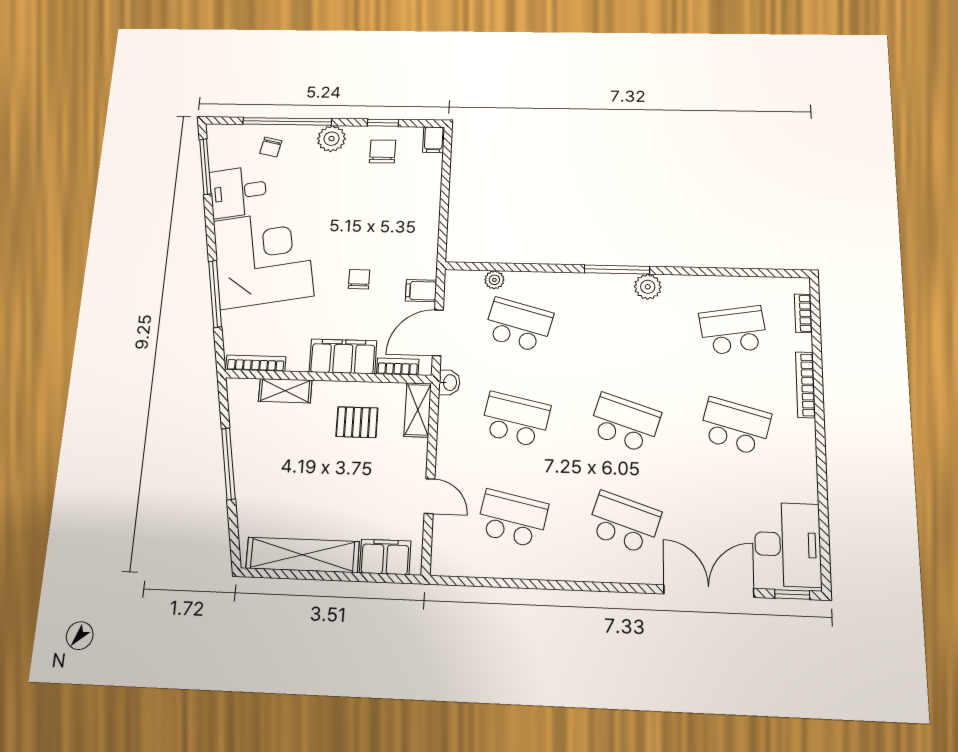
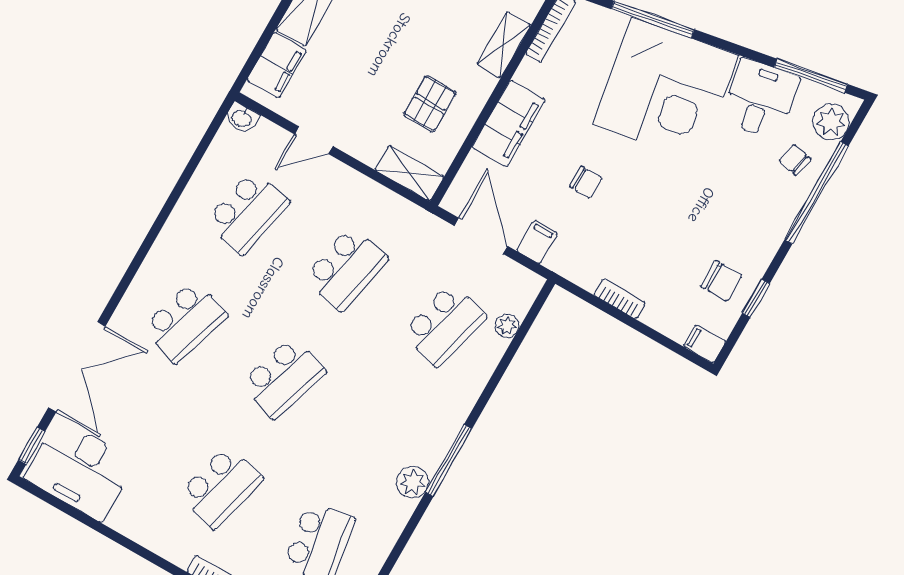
plant: (331, 139) -> (831, 122), moved
bookcase: (398, 367) -> (620, 299), moved, turned -90
washbasin: (449, 383) -> (242, 118), moved

